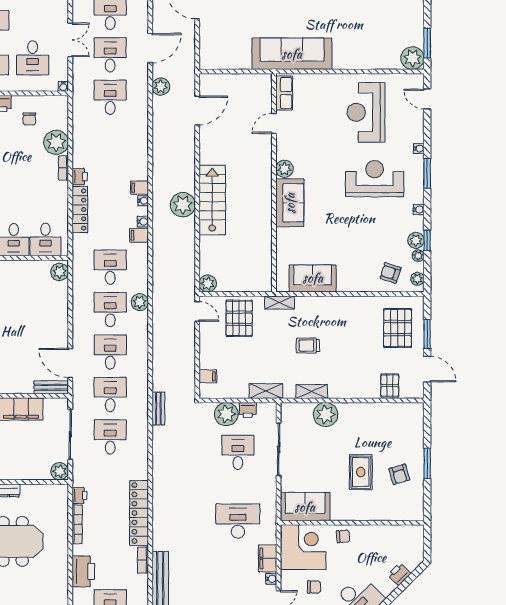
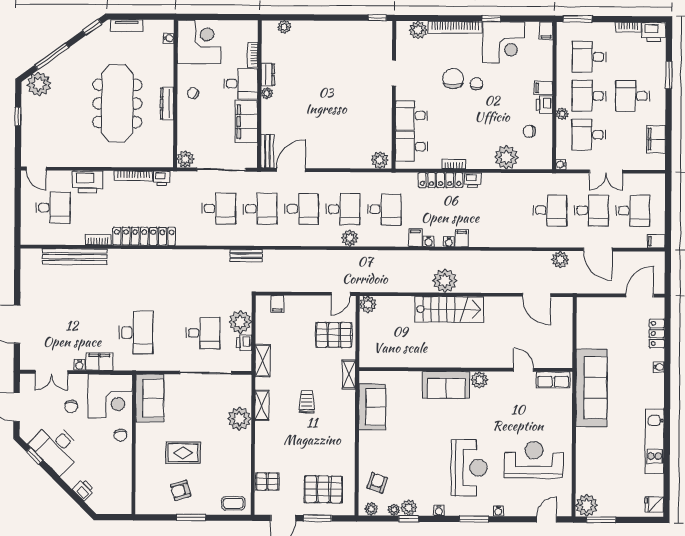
plant: (11, 85) -> (562, 114), added
bookcase: (63, 168) -> (454, 164), moved
coffee table: (412, 420) -> (233, 503), added

